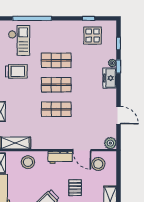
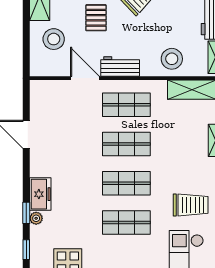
trolley: (16, 71) -> (191, 205), turned 180
shop shelf: (56, 134) -> (126, 105), added
plant: (110, 143) -> (39, 89), removed
stool: (98, 164) -> (54, 39), moved

